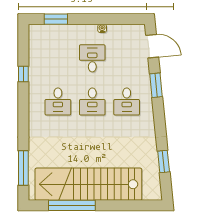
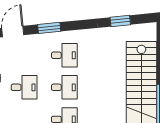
desk: (92, 58) -> (24, 87), turned 180

